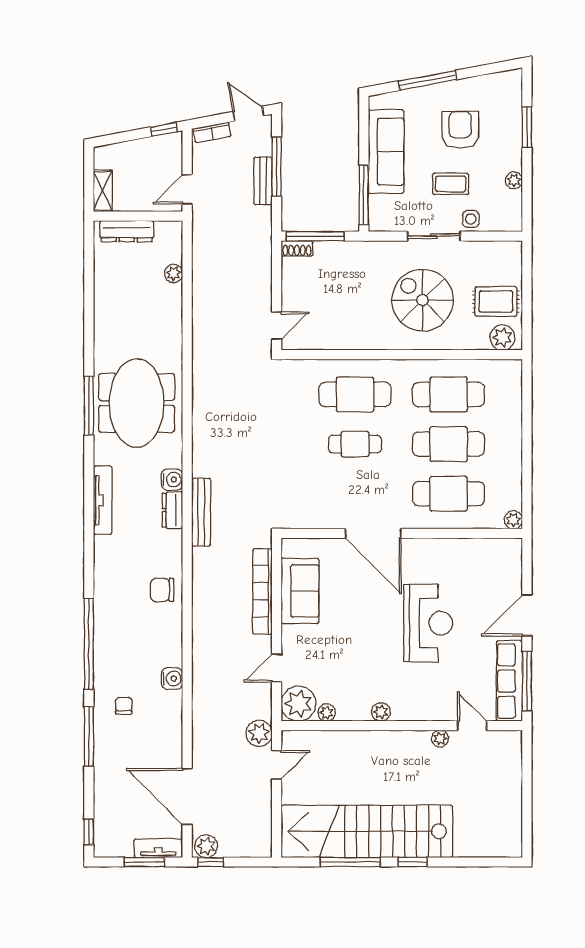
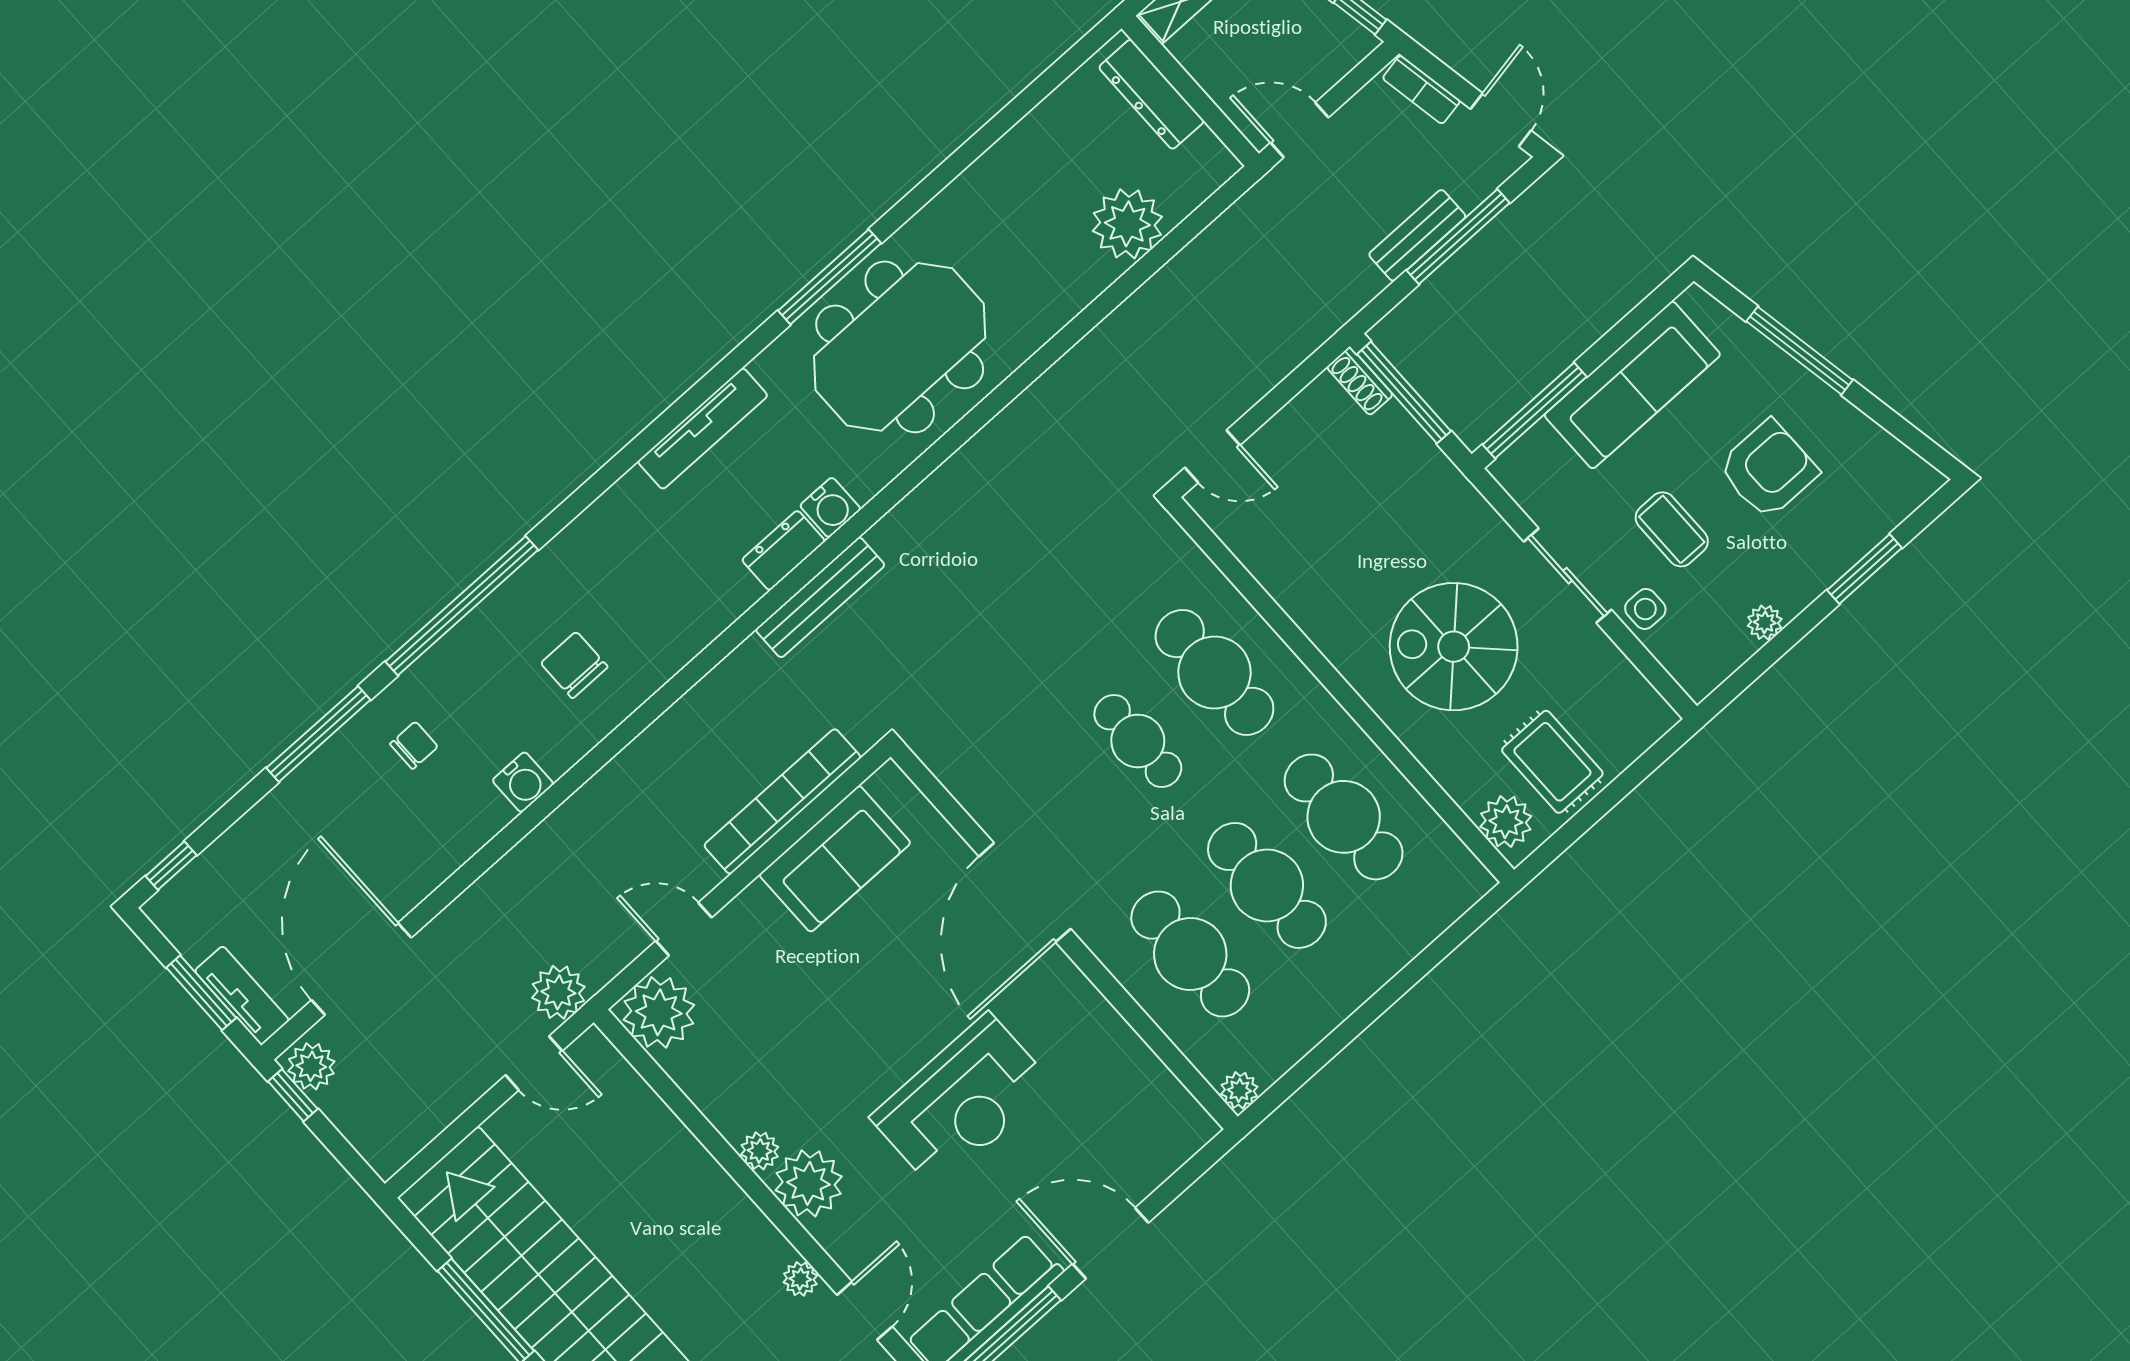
plant: (174, 273) -> (1127, 224), width x1.88, depth x1.88
spiral stairs: (423, 300) -> (1454, 647), turned -90
chair: (162, 590) -> (574, 665), moved
plant: (327, 712) -> (809, 1183), moved, width x1.88, depth x1.88

